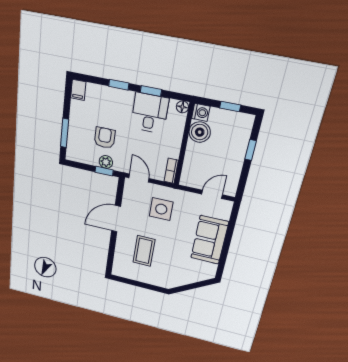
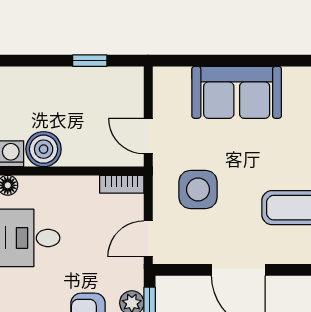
window: (251, 150) -> (90, 61), moved
door: (212, 194) -> (148, 136), moved

